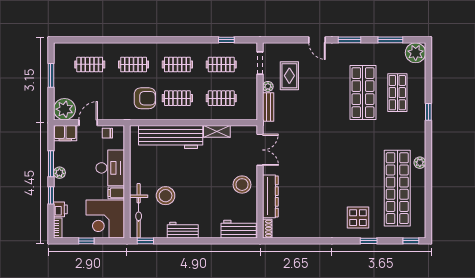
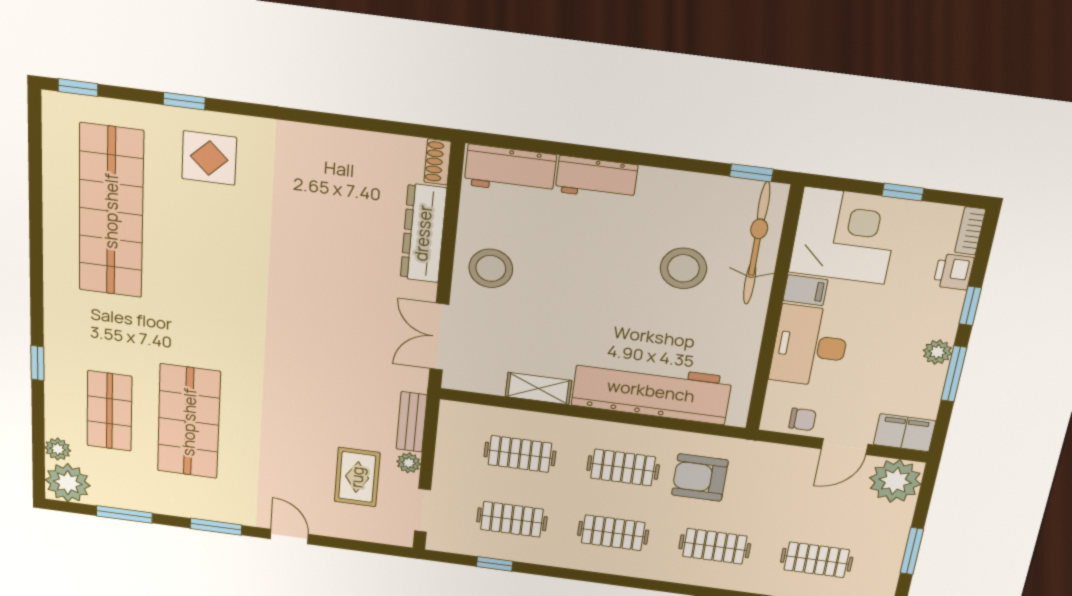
plant: (420, 163) -> (58, 449), moved
workbench: (183, 230) -> (596, 178), moved

